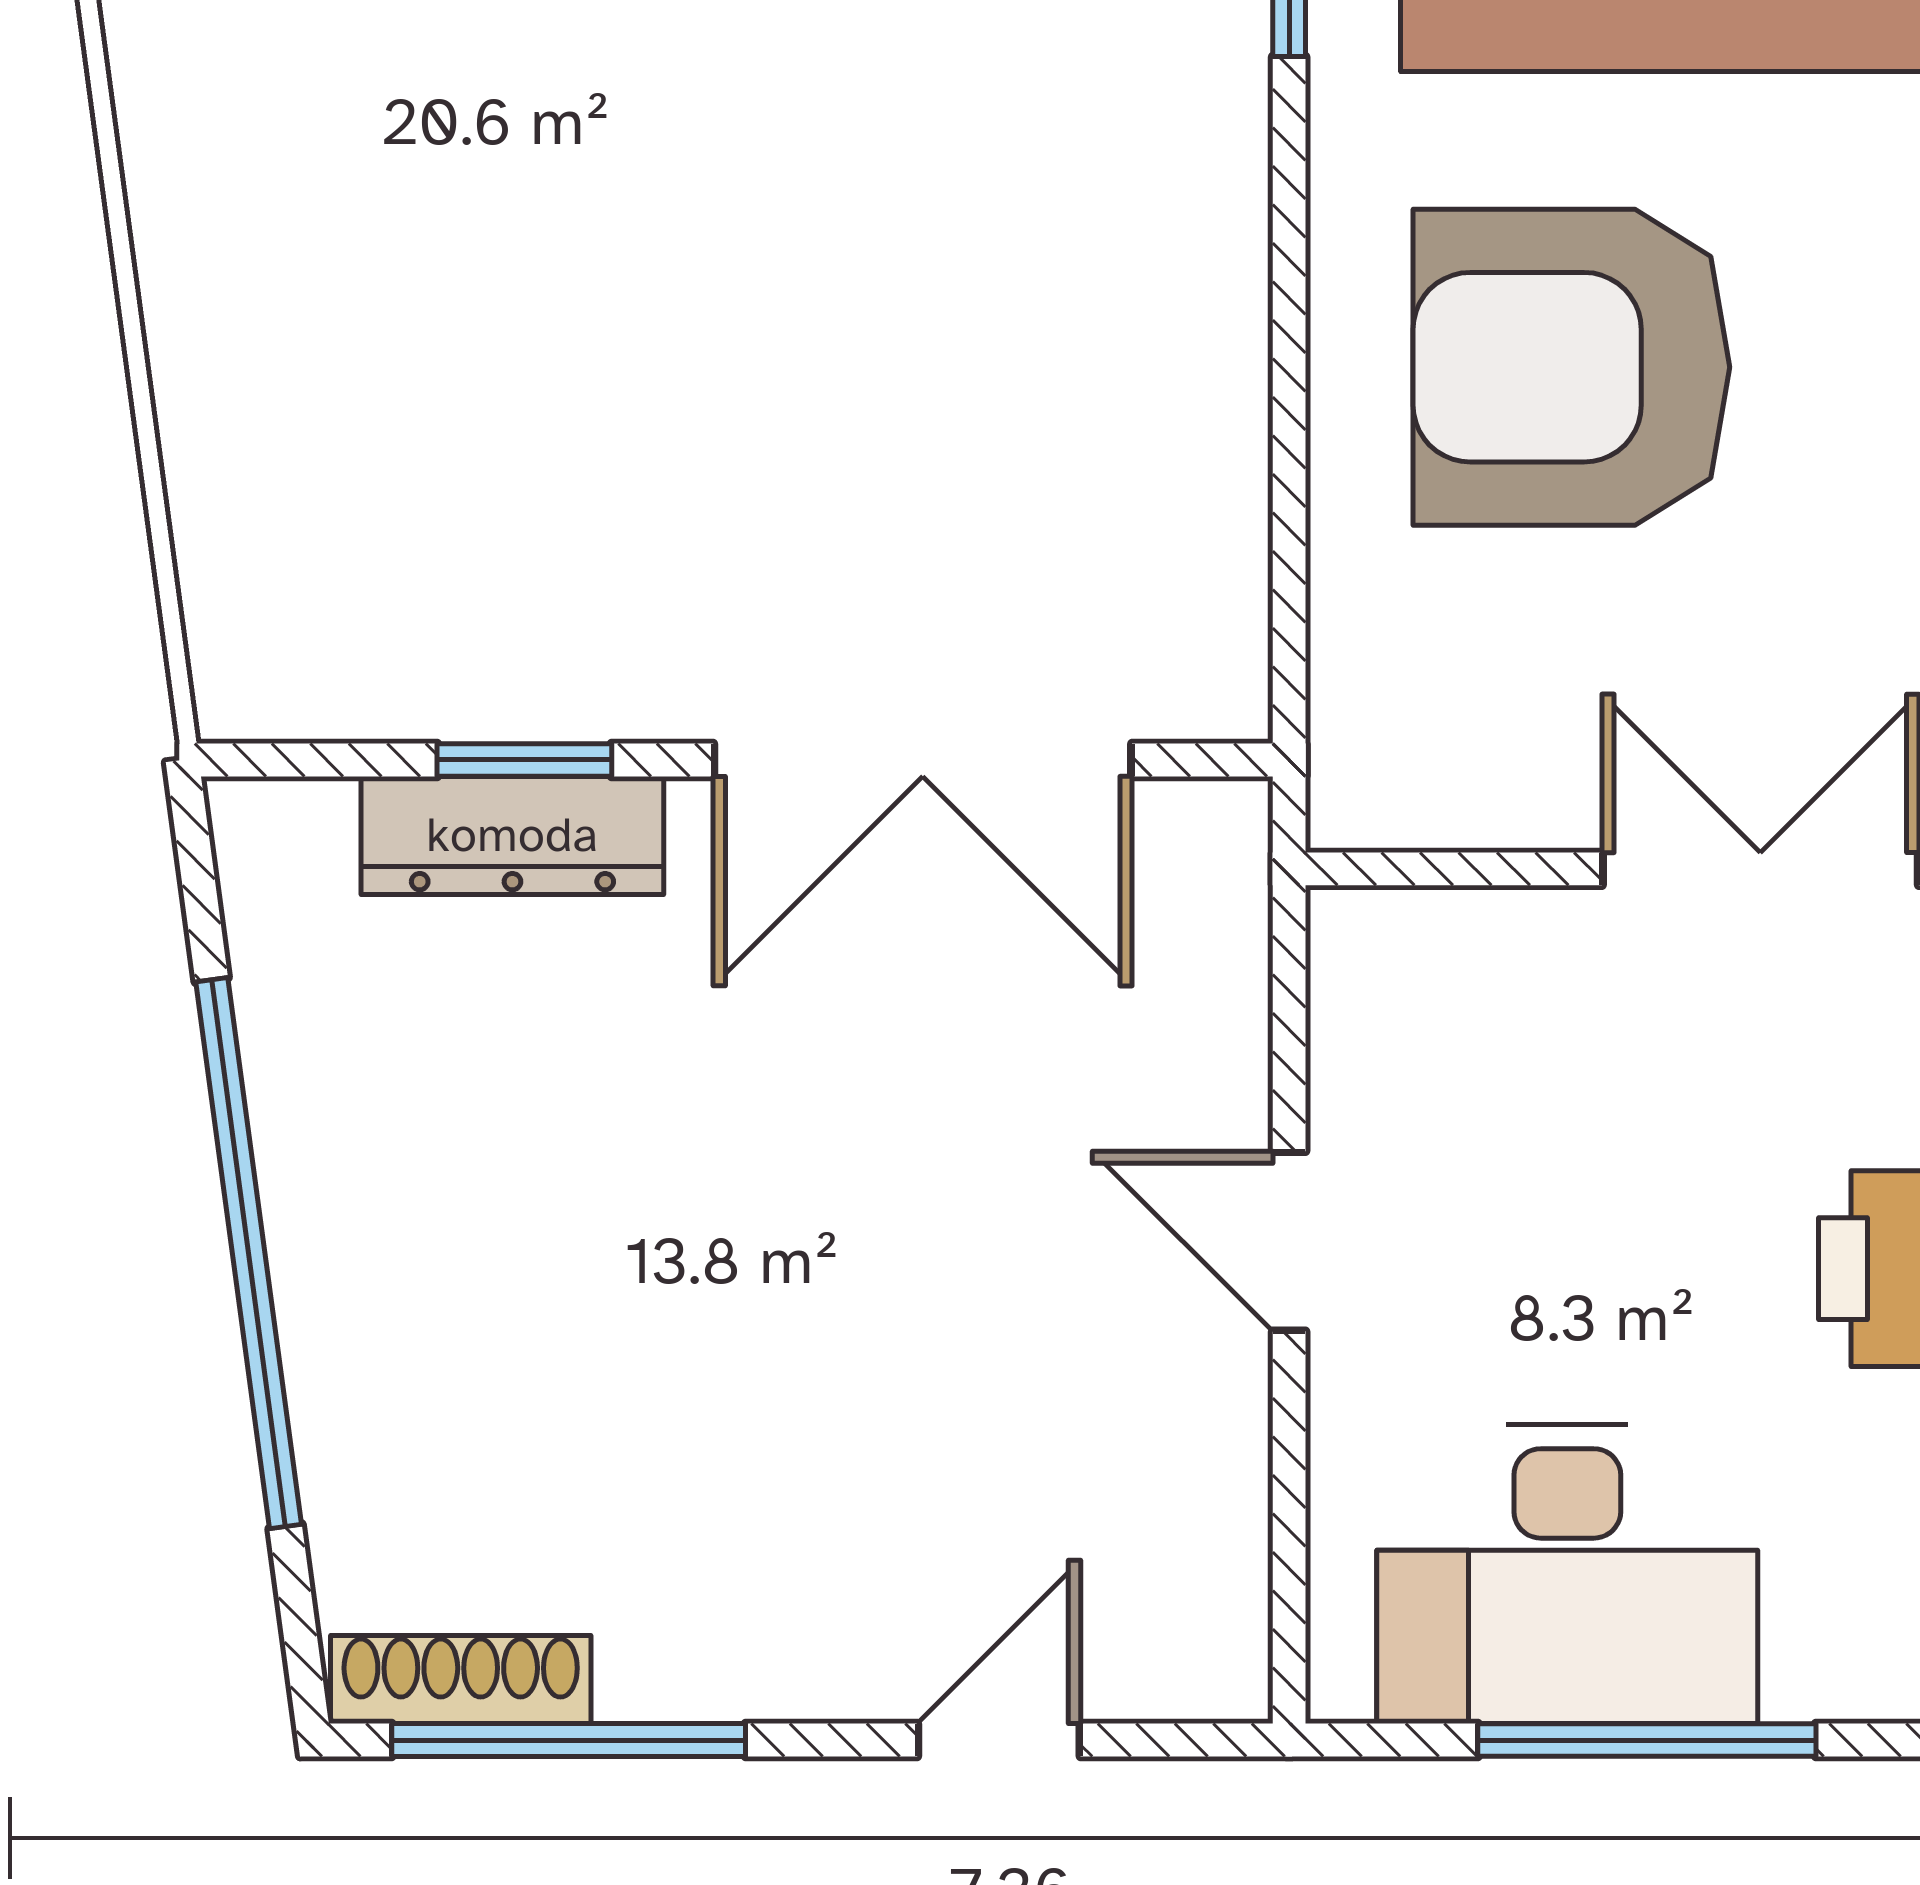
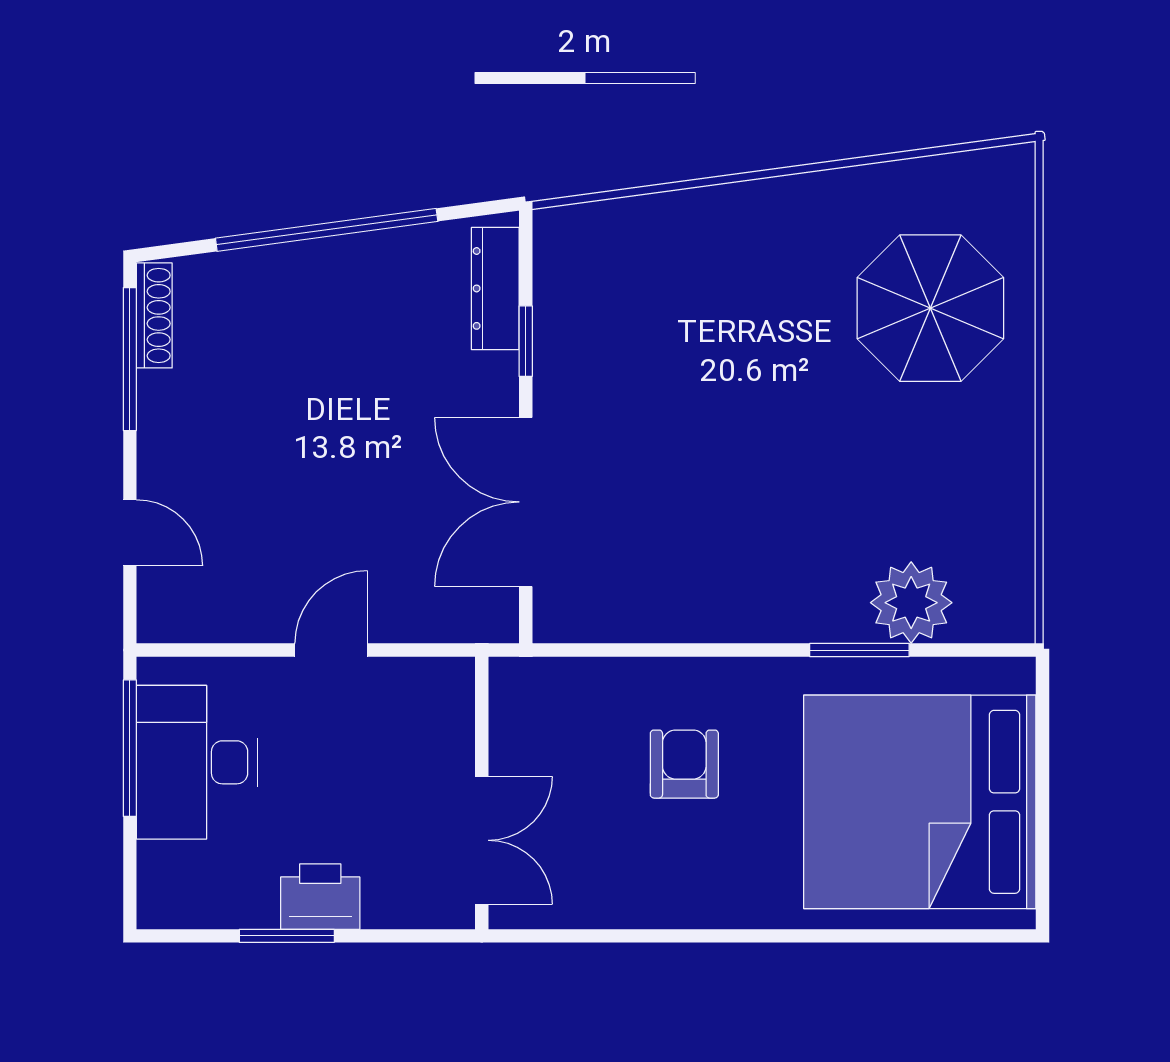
armchair: (1571, 367) -> (684, 764), width x0.53, depth x0.53
dresser: (512, 835) -> (495, 288), moved
window: (1647, 1740) -> (130, 748), moved

